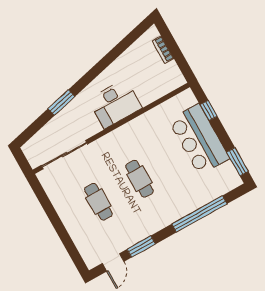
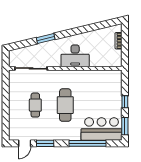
window: (209, 110) -> (125, 102), moved
bar counter: (199, 139) -> (102, 129), moved, turned 90
cafe table: (139, 179) -> (65, 105), width x1.37, depth x1.35

